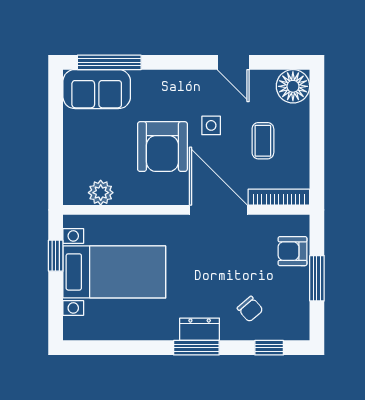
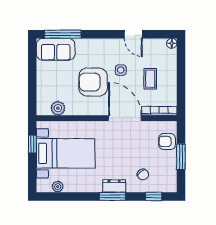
floor lamp: (293, 86) -> (172, 43), width x0.53, depth x0.53
armchair: (162, 147) -> (93, 82), turned 90
plant: (100, 330) -> (58, 187), added

